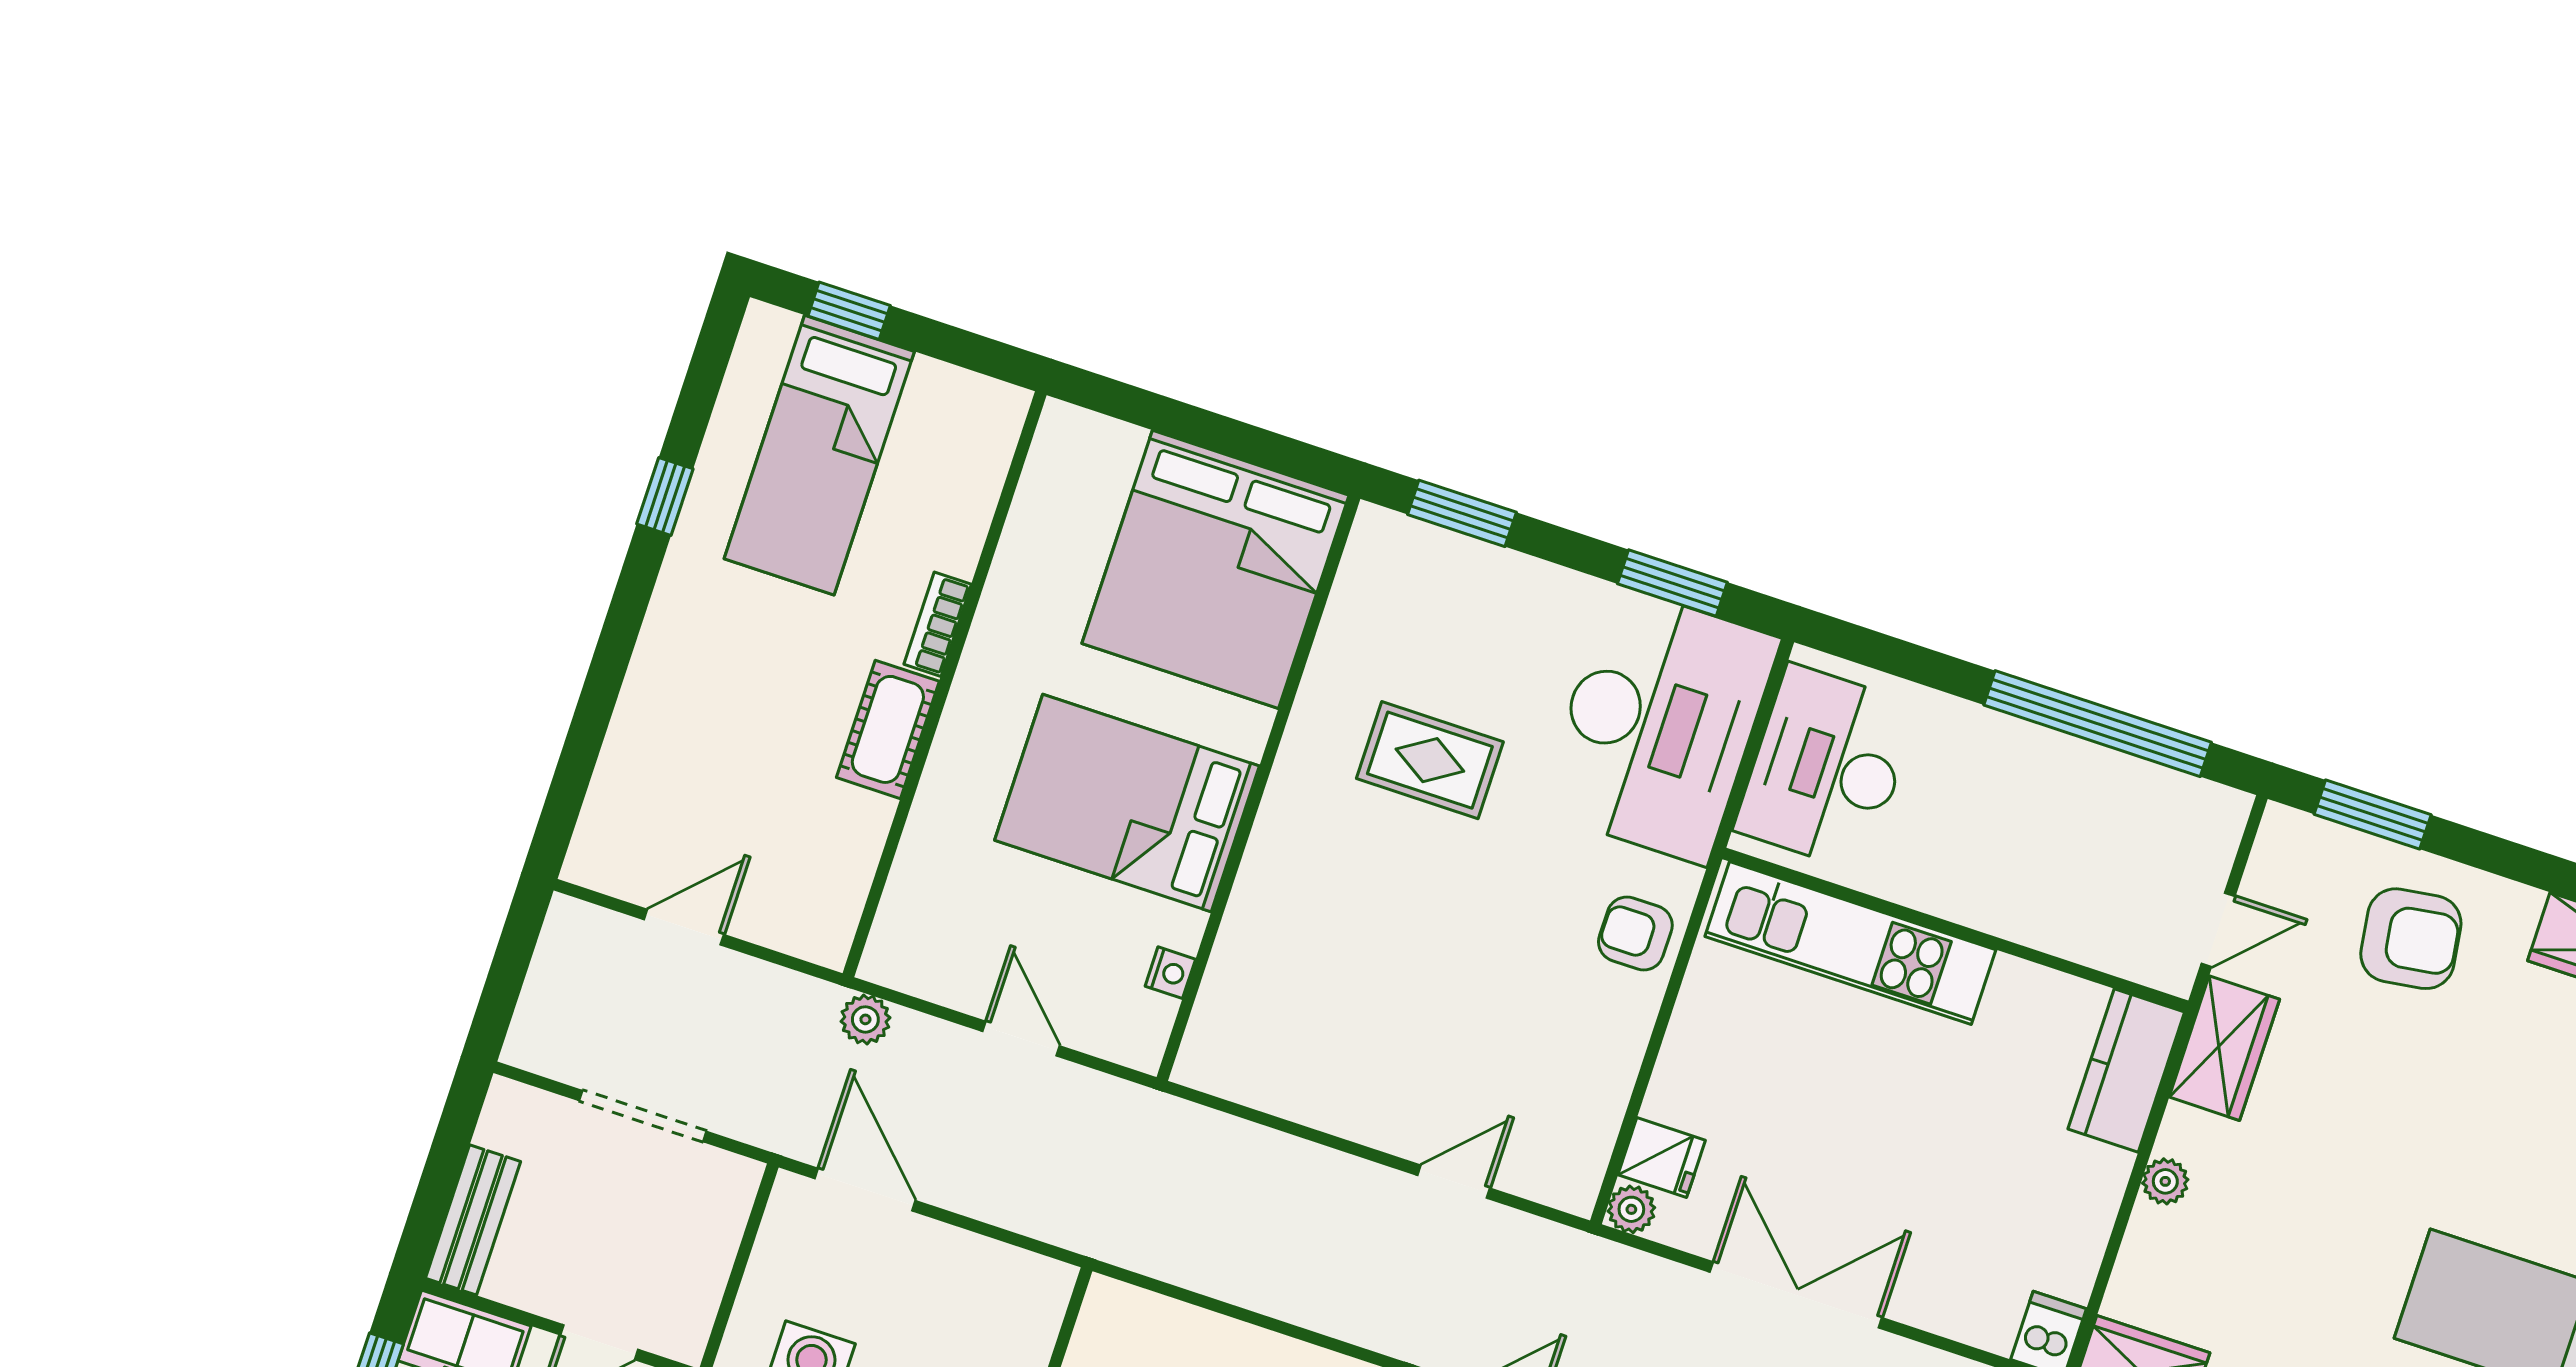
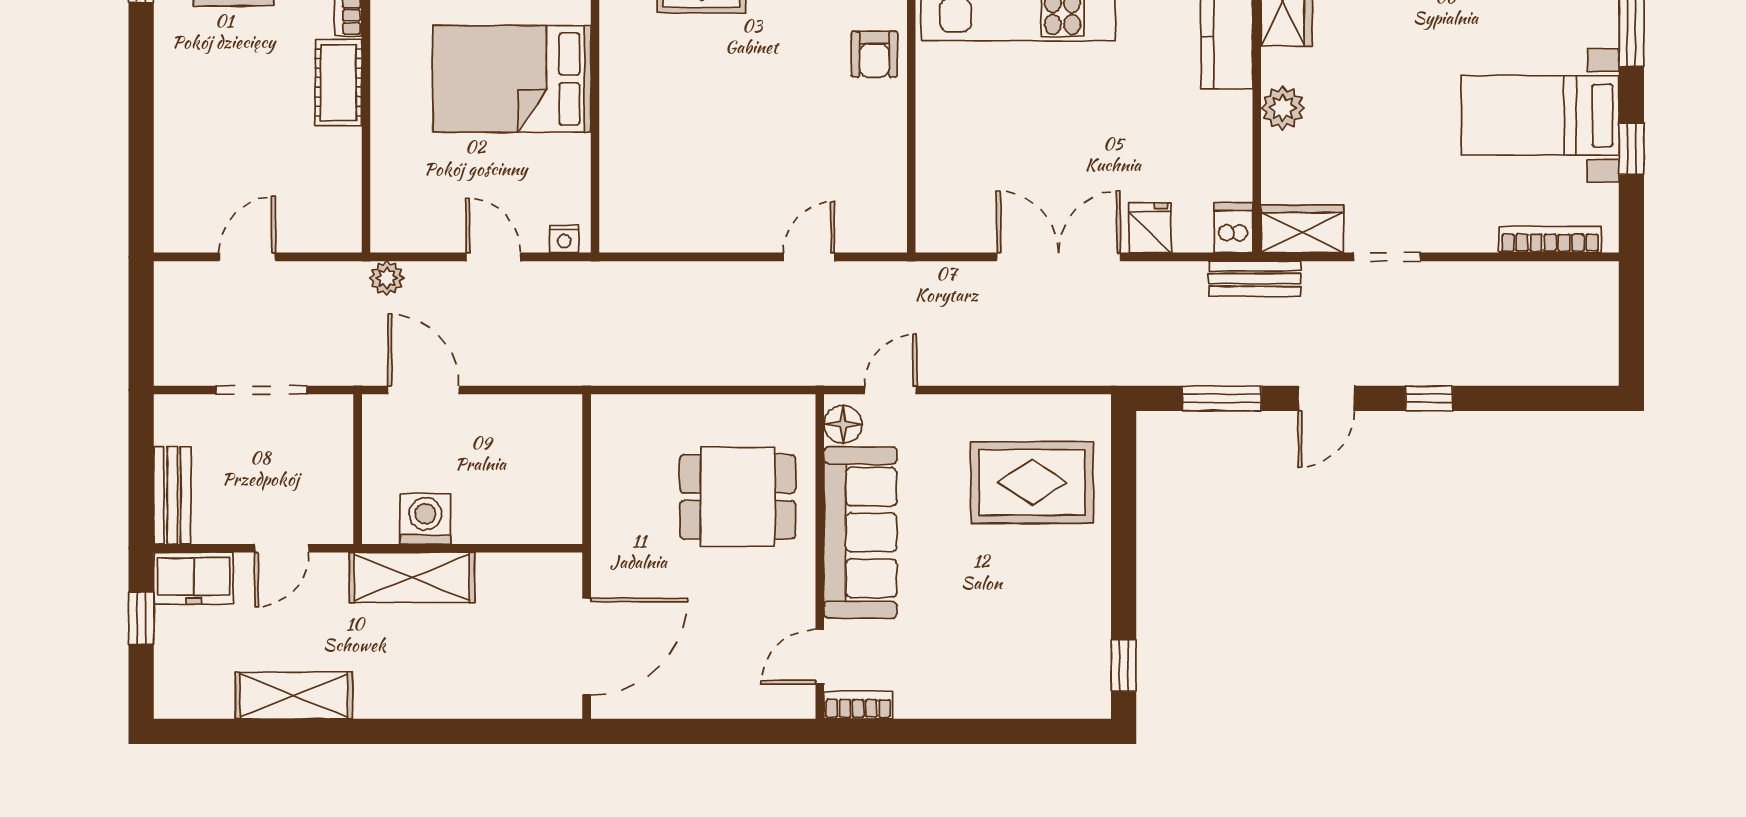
armchair: (1635, 933) -> (874, 54), turned -90
nightstand: (1170, 973) -> (564, 239), moved, turned 90
fridge: (1662, 1158) -> (1150, 228), moved, turned -90
plant: (2165, 1181) -> (1283, 108), width x1.38, depth x1.38
plant: (1631, 1209) -> (932, 236), removed

